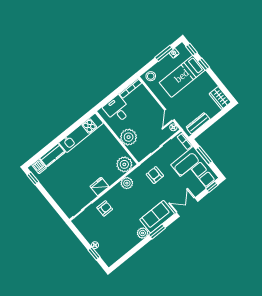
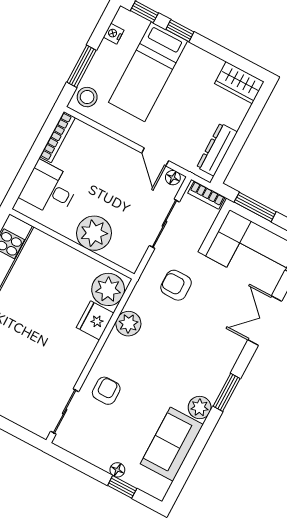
window: (164, 53) -> (82, 66), moved
fridge: (99, 186) -> (95, 320), moved
sofa: (157, 217) -> (172, 444), moved

